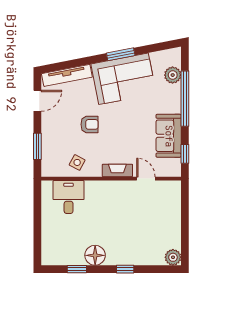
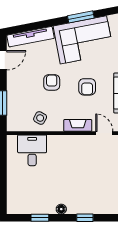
armchair: (90, 124) -> (52, 82), turned -90
armchair: (127, 129) -> (87, 87), added
floor lamp: (95, 255) -> (61, 209), width x0.53, depth x0.53

